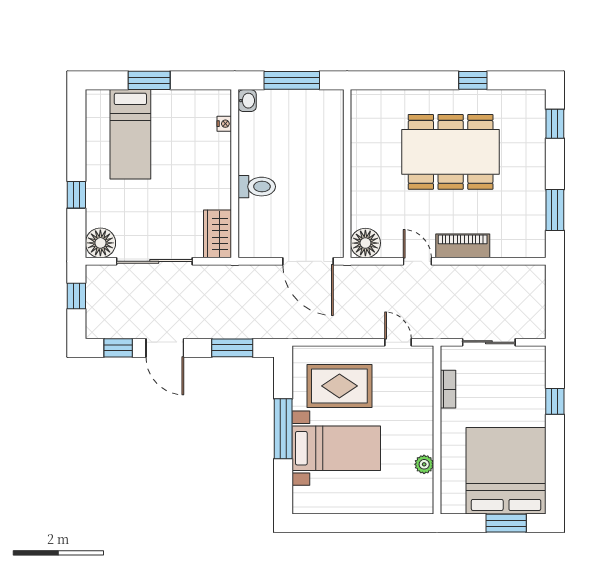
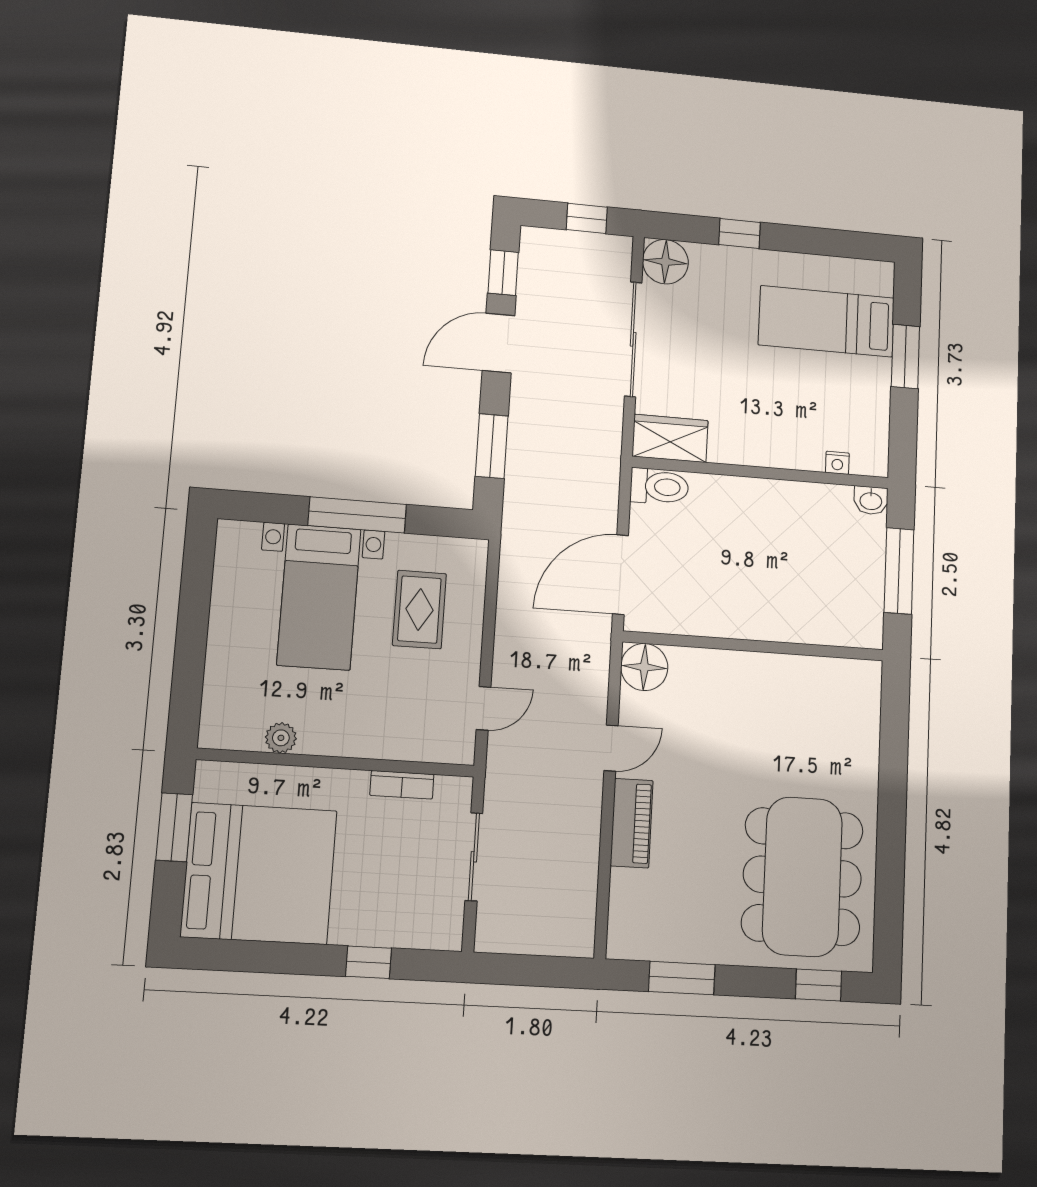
window: (473, 80) -> (891, 855), removed
dining table: (451, 152) -> (802, 877), moved
toilet: (257, 187) -> (659, 487), moved, turned -90
rug: (339, 386) -> (419, 610), width x0.73, depth x0.70
window: (506, 523) -> (174, 827), moved

